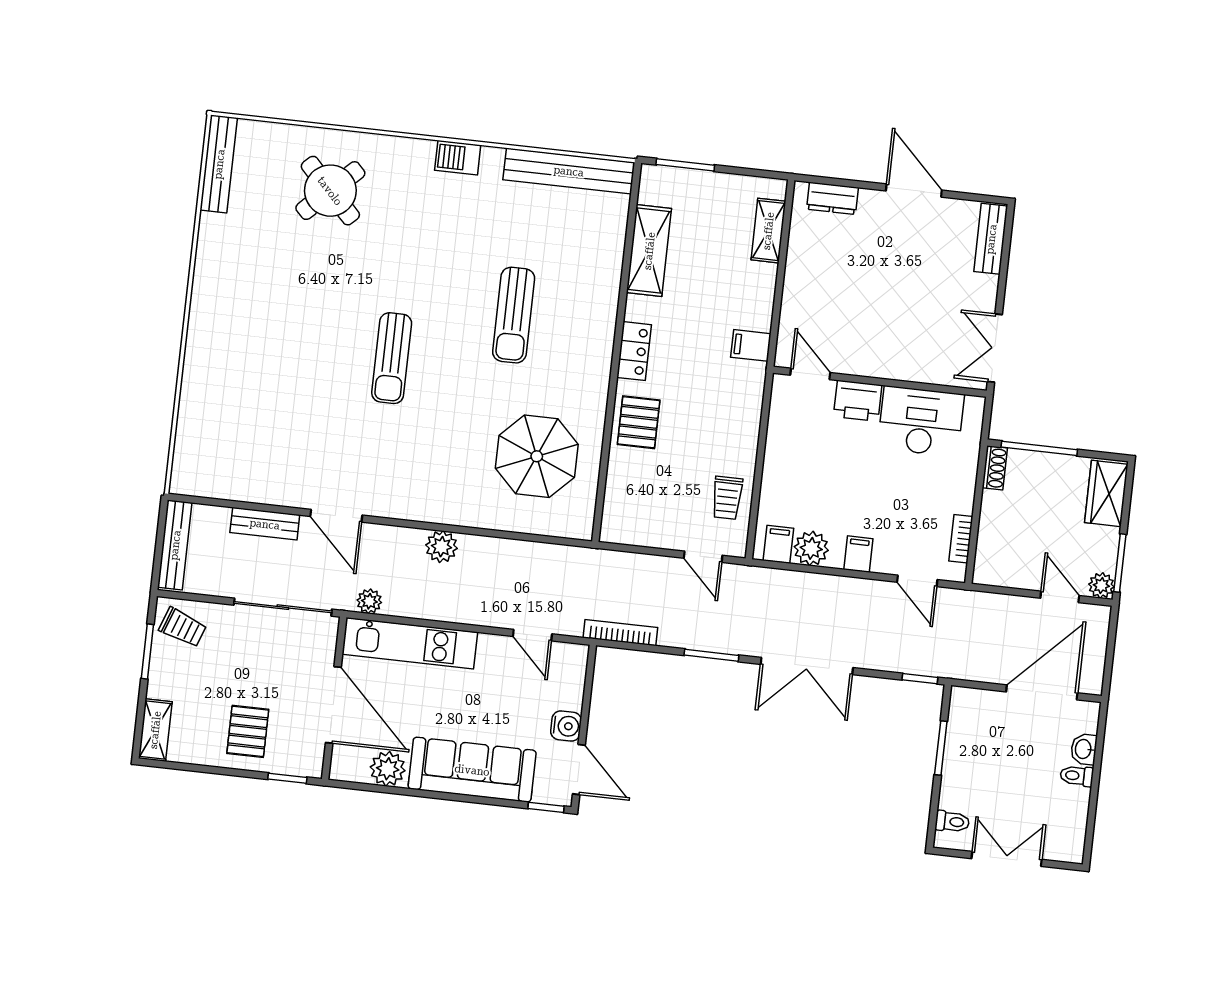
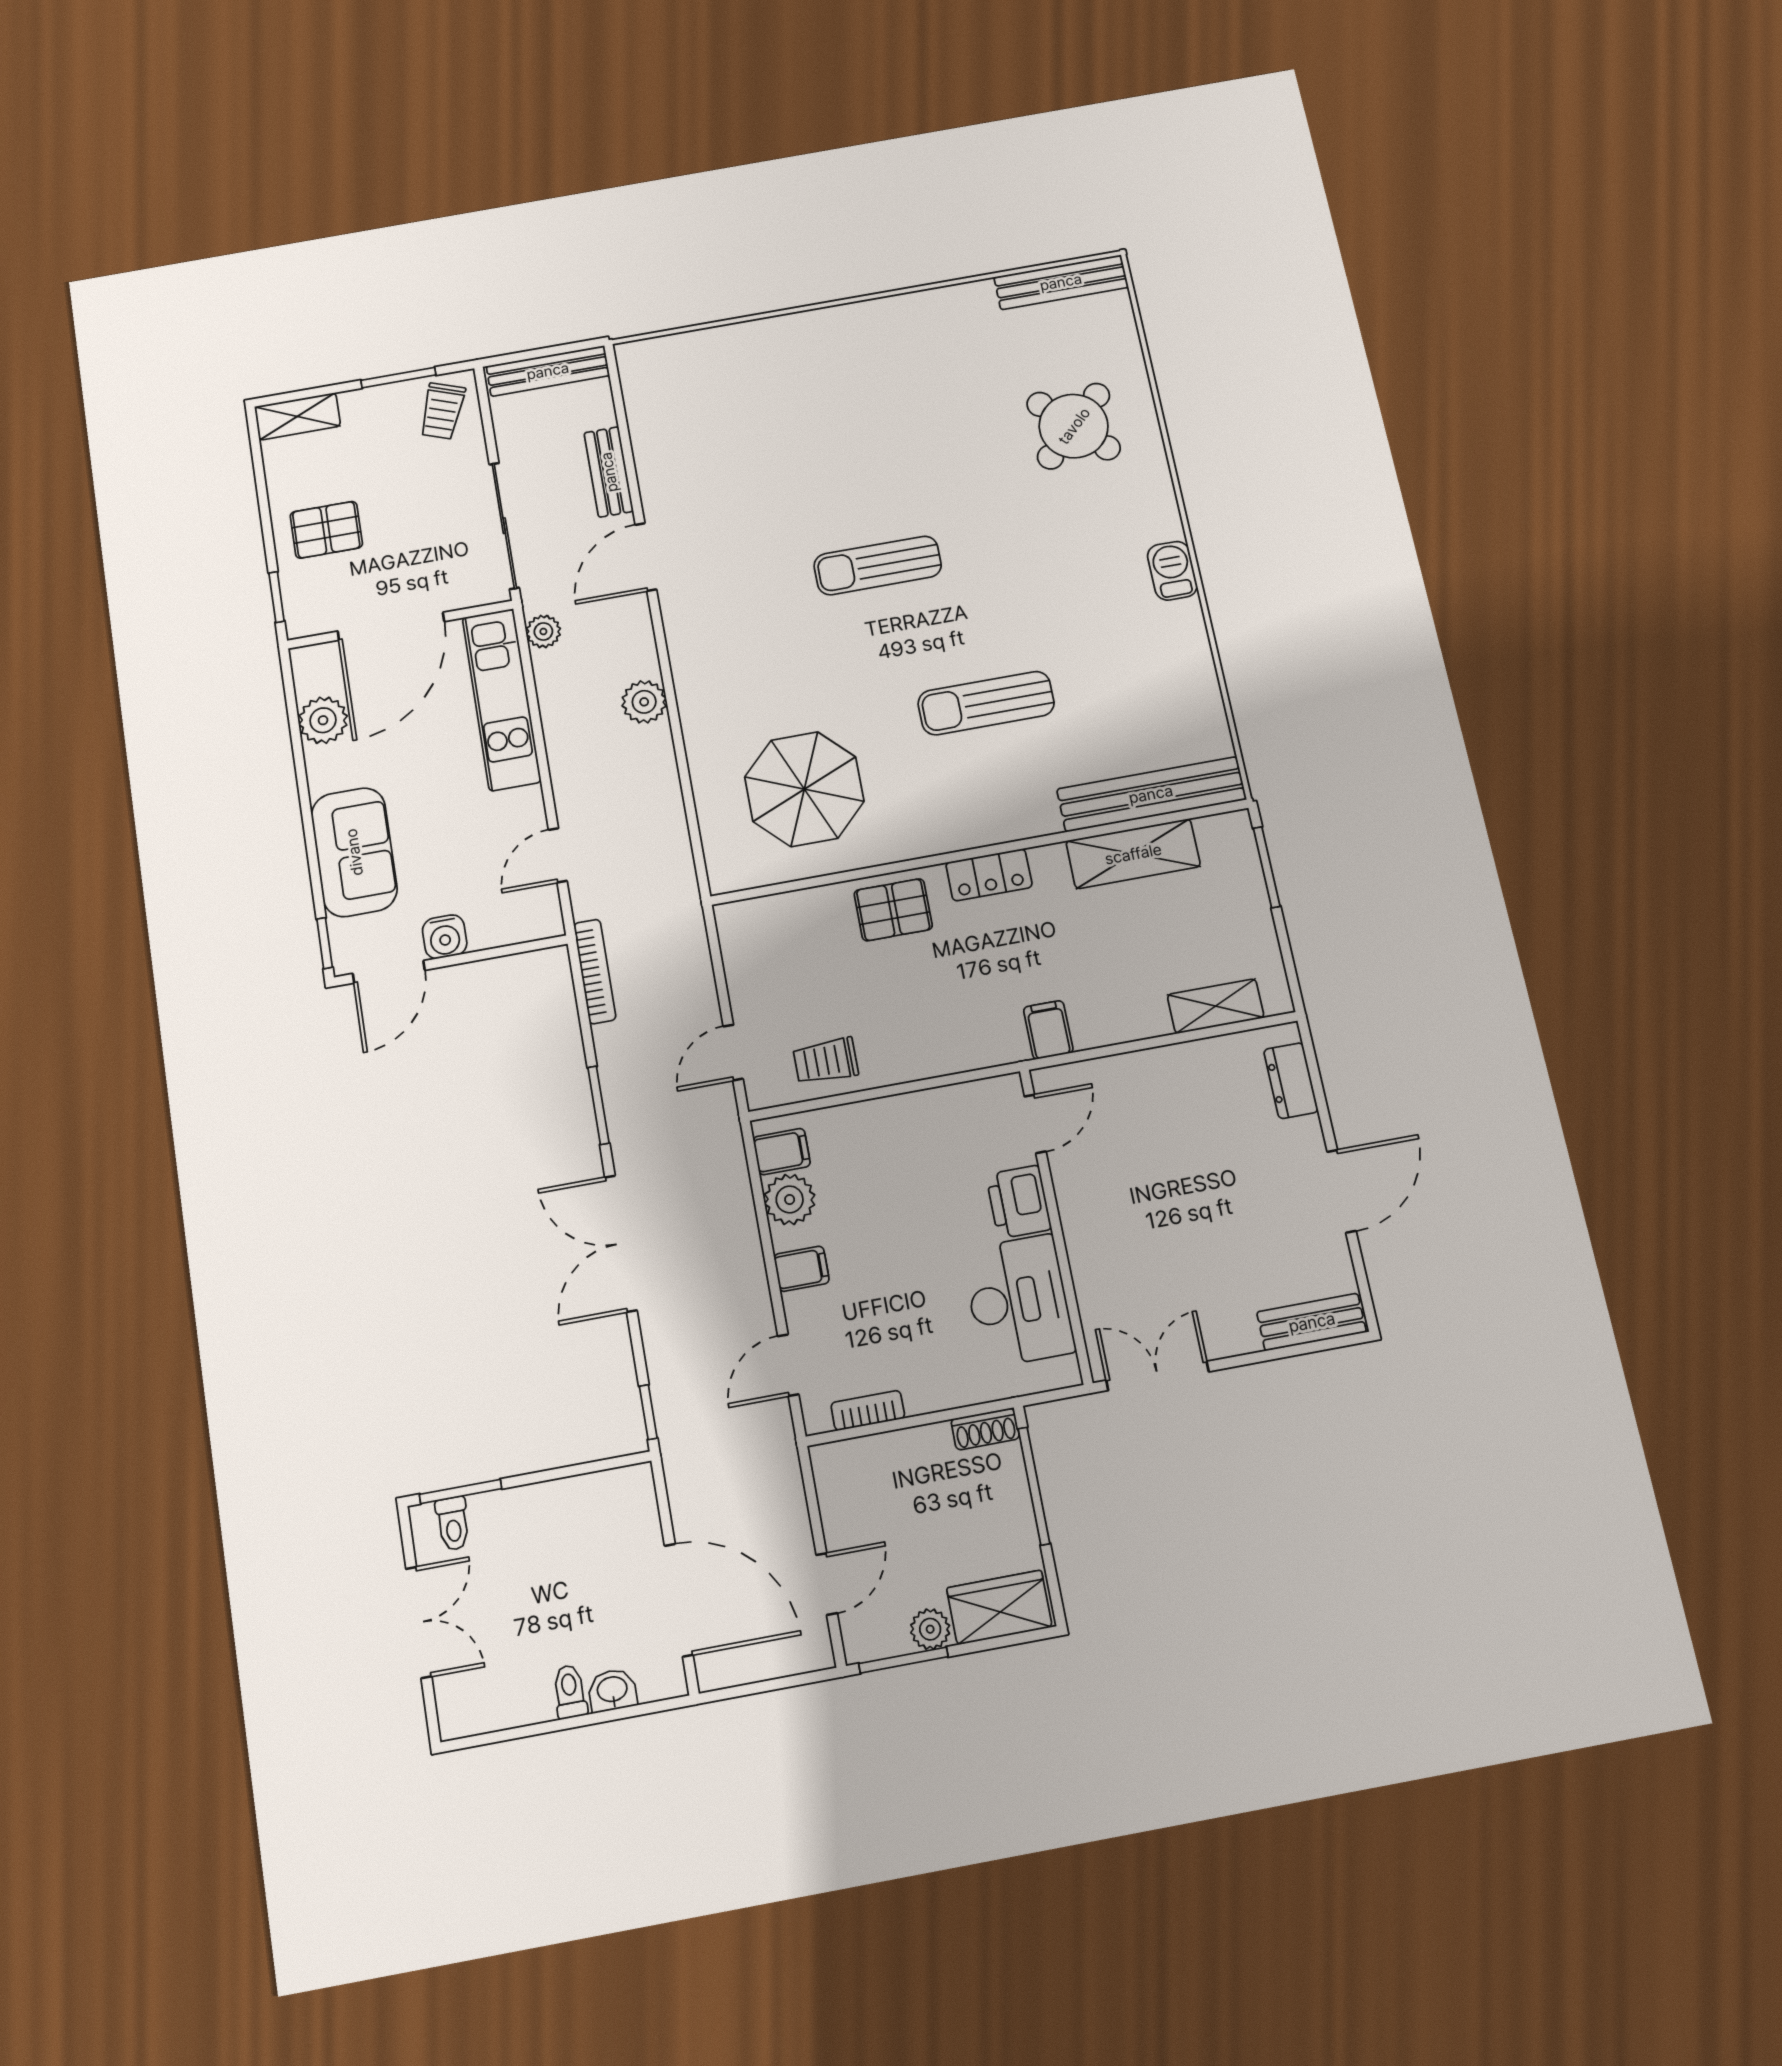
bench: (569, 171) -> (1151, 794), moved, turned 90
plant: (1101, 585) -> (930, 1629), moved
window: (941, 748) -> (461, 1491), moved
sofa: (472, 770) -> (354, 852), width x0.73

